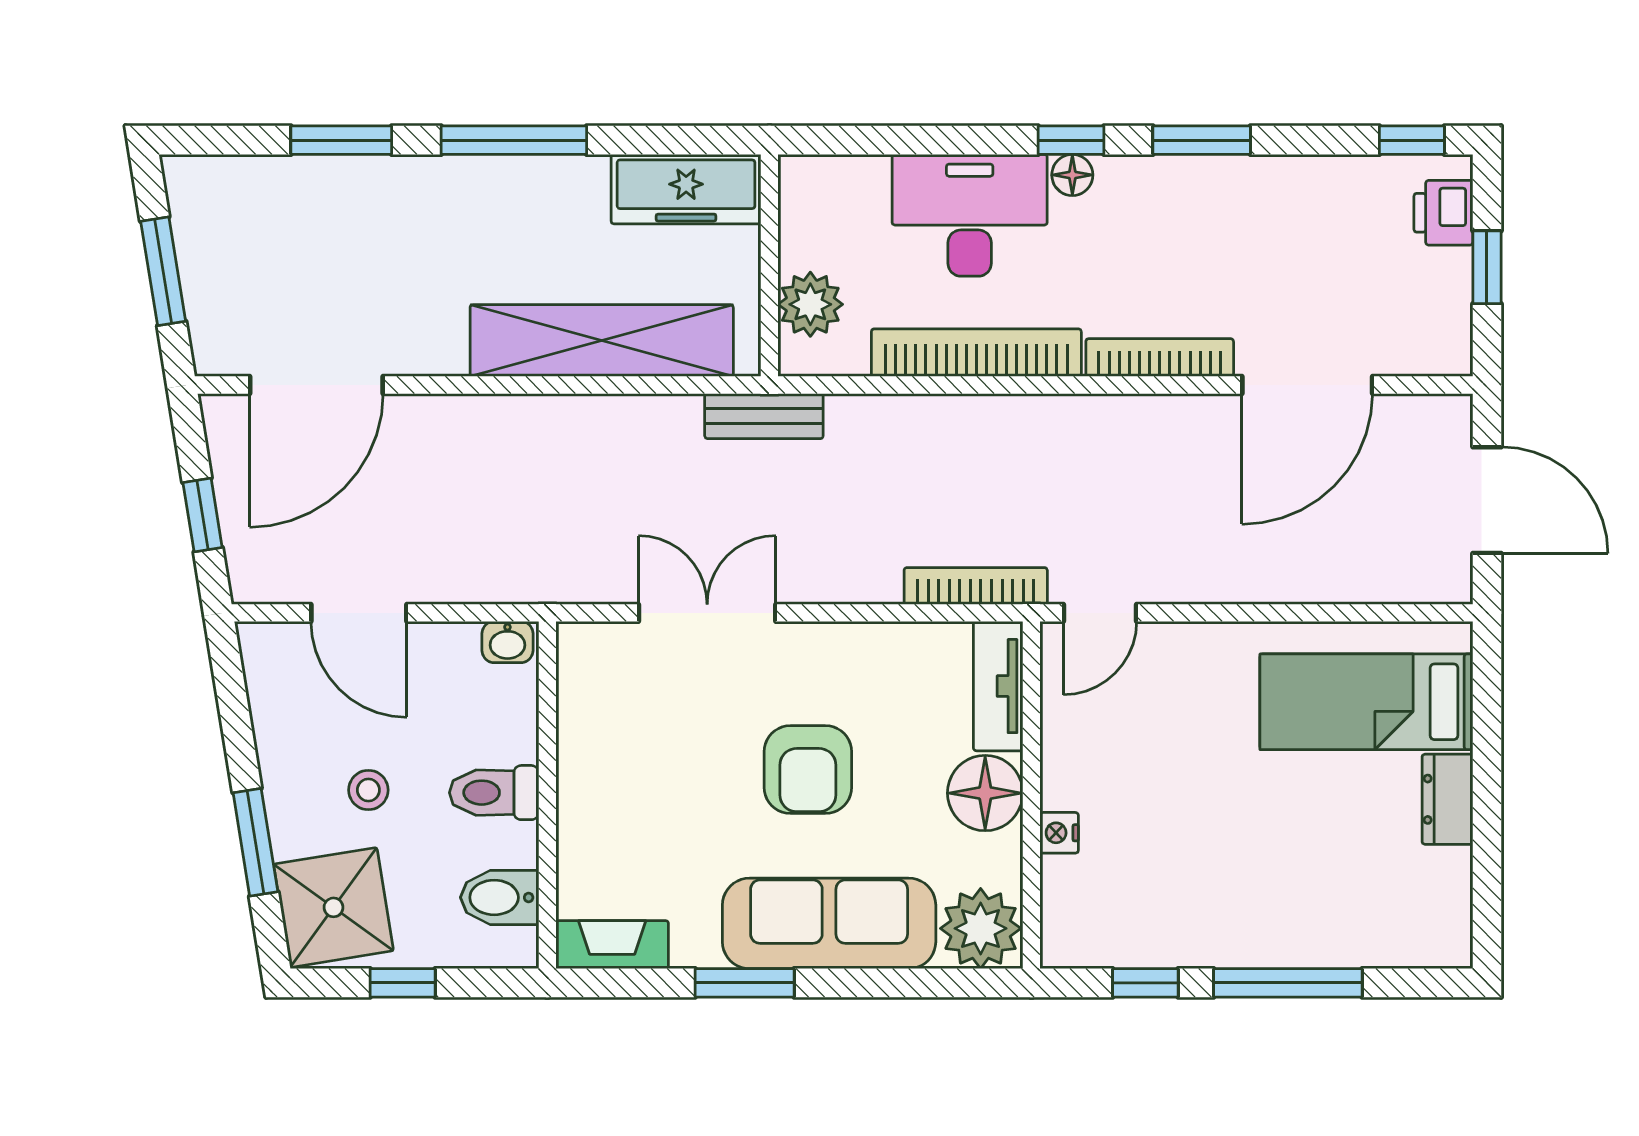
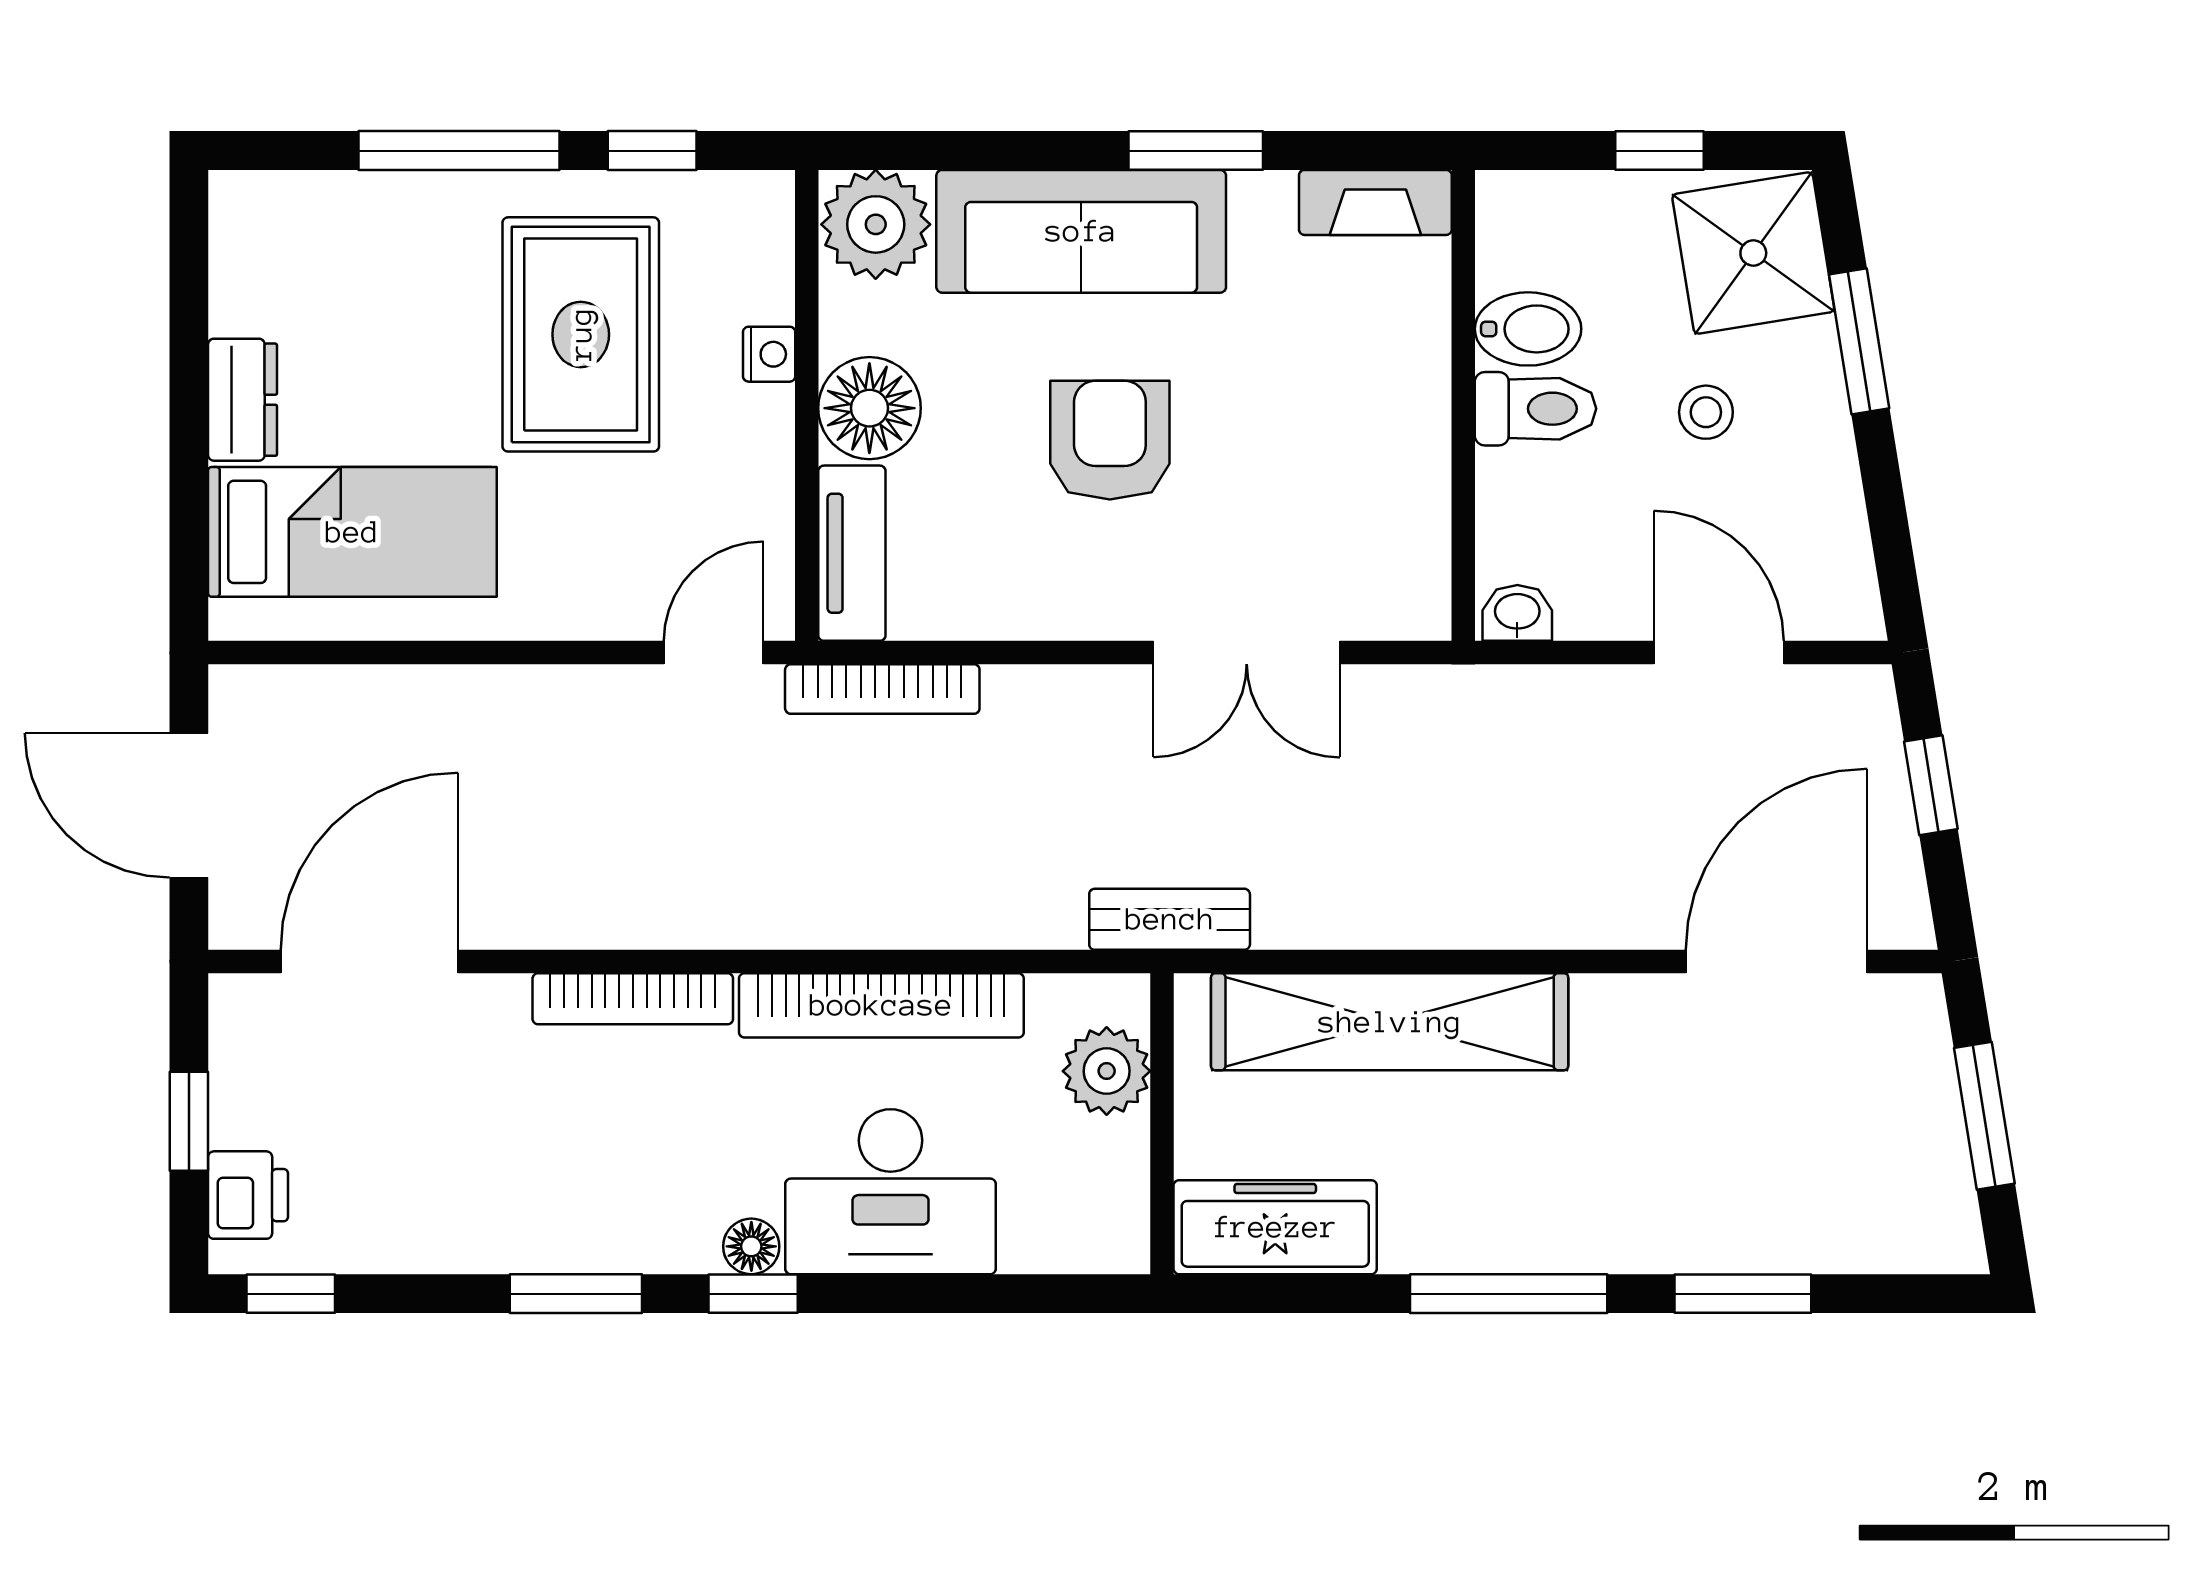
door: (1307, 385) -> (369, 962), moved
rug: (1198, 847) -> (581, 334), added
bidet: (500, 897) -> (1528, 329), moved

